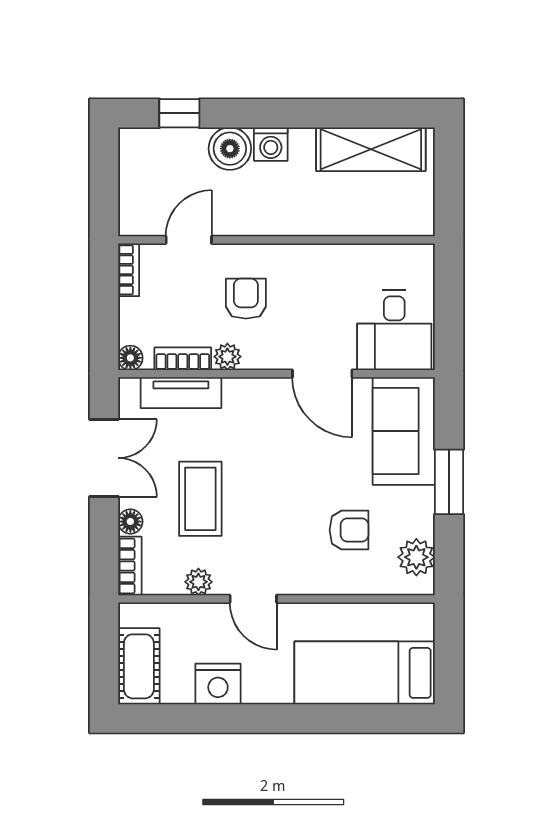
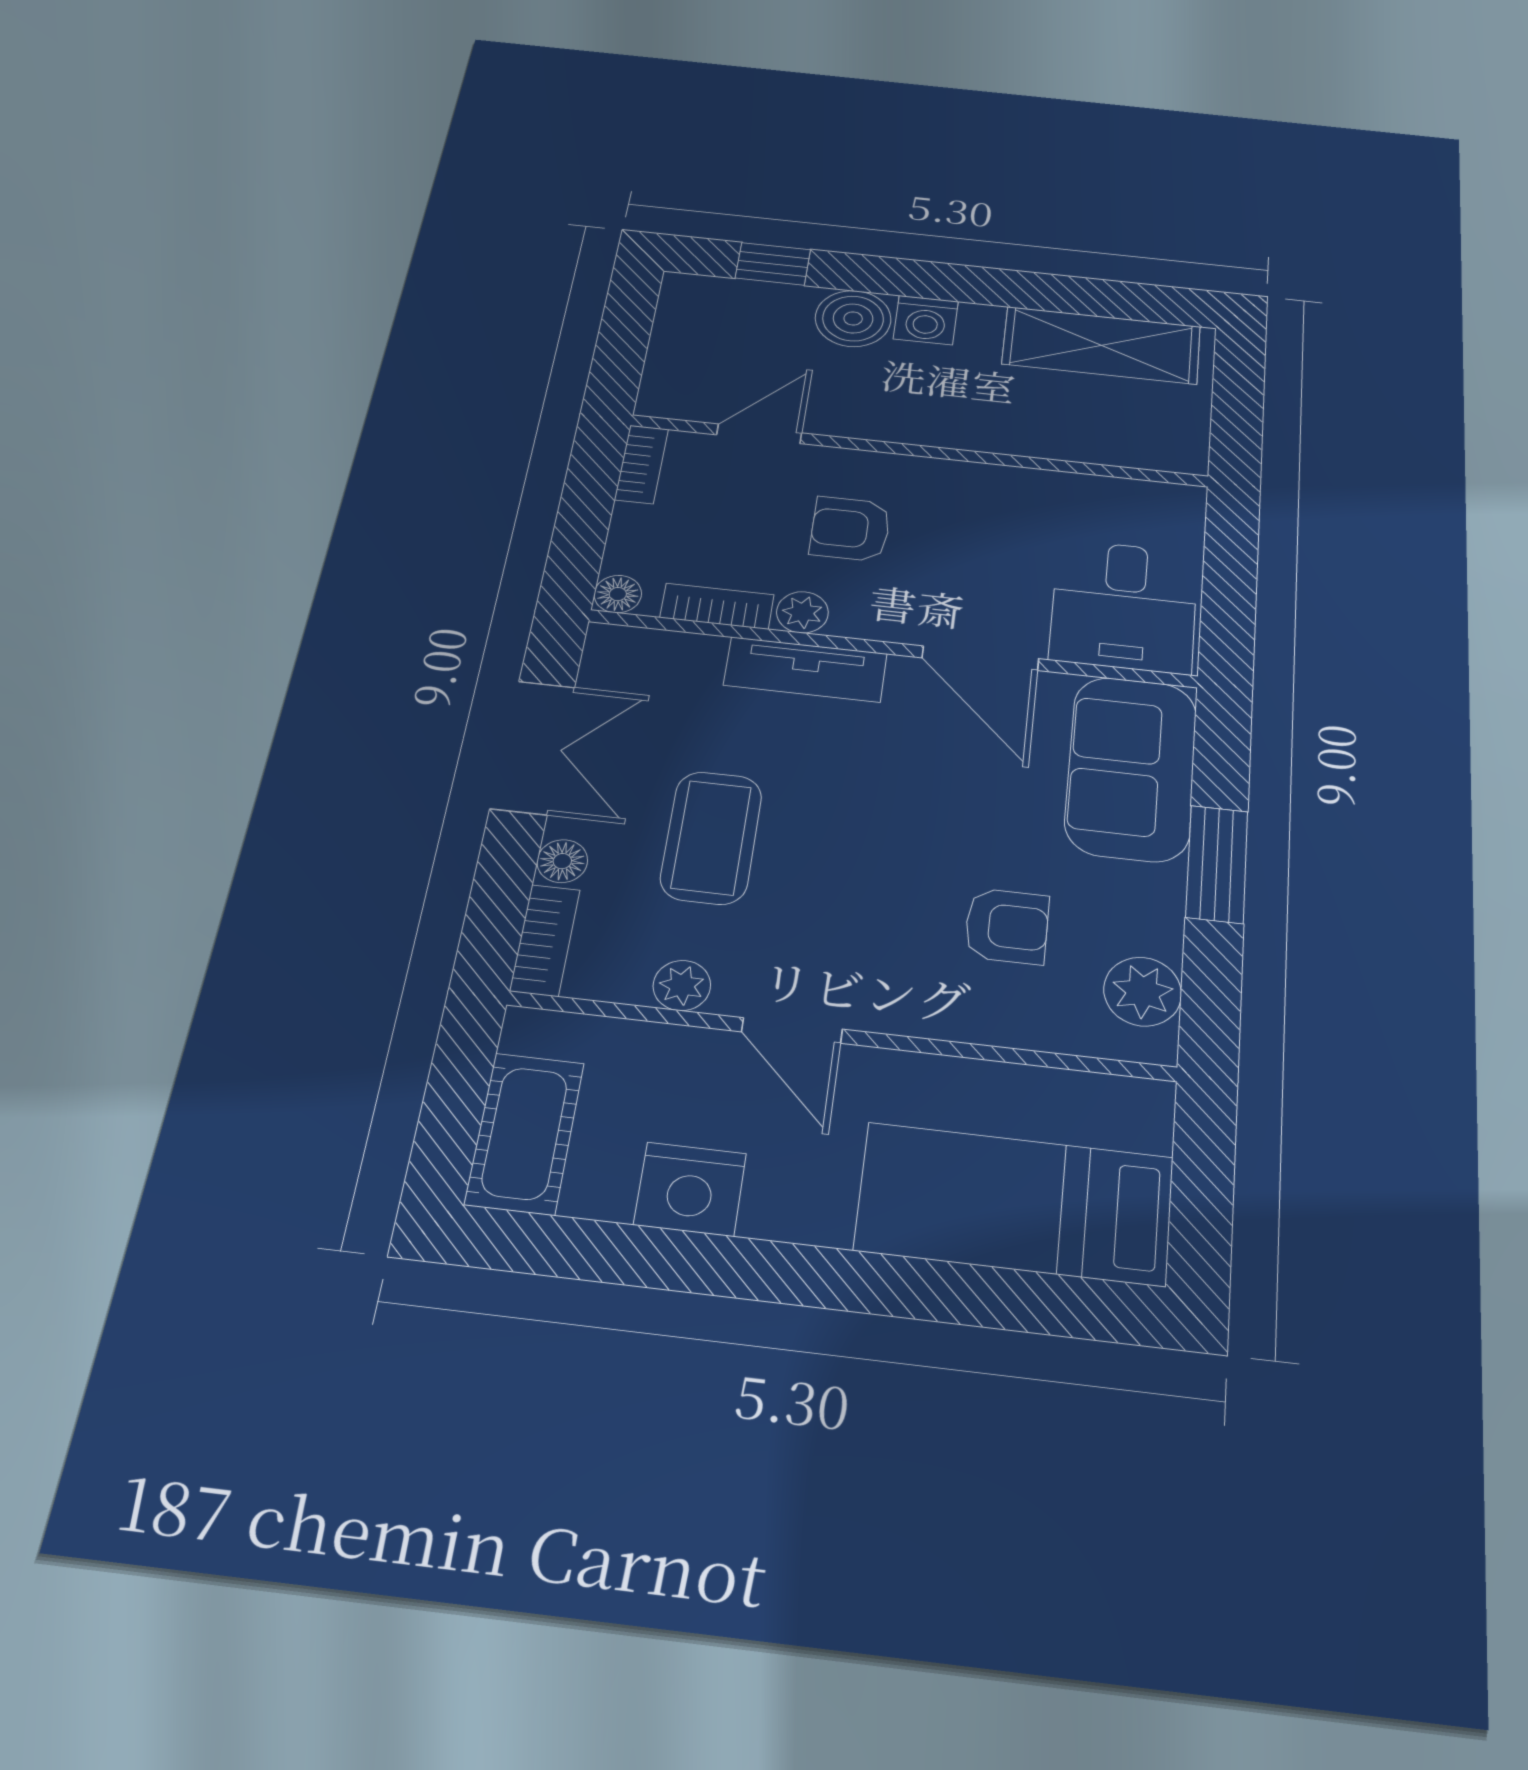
armchair: (246, 299) -> (850, 529), turned -90
tv unit: (181, 393) -> (805, 669), moved

